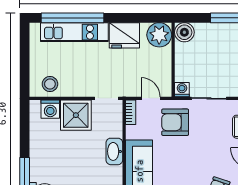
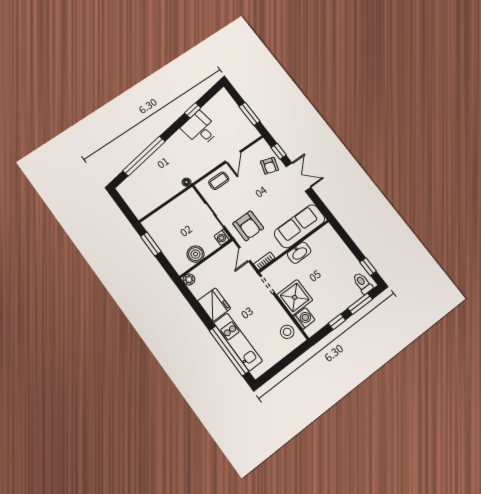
boiler: (184, 32) -> (196, 254), moved
plant: (159, 35) -> (189, 279), width x0.53, depth x0.53
window: (25, 137) -> (337, 322), added

